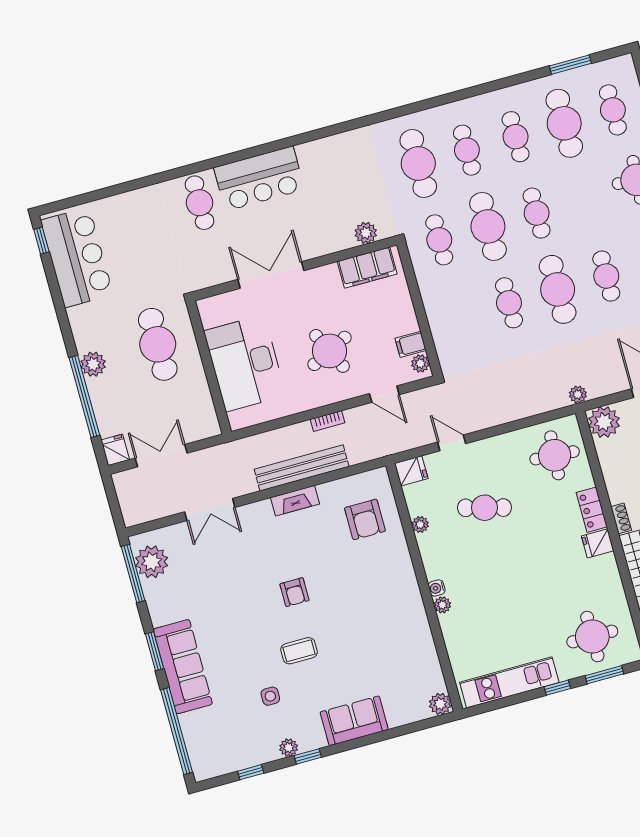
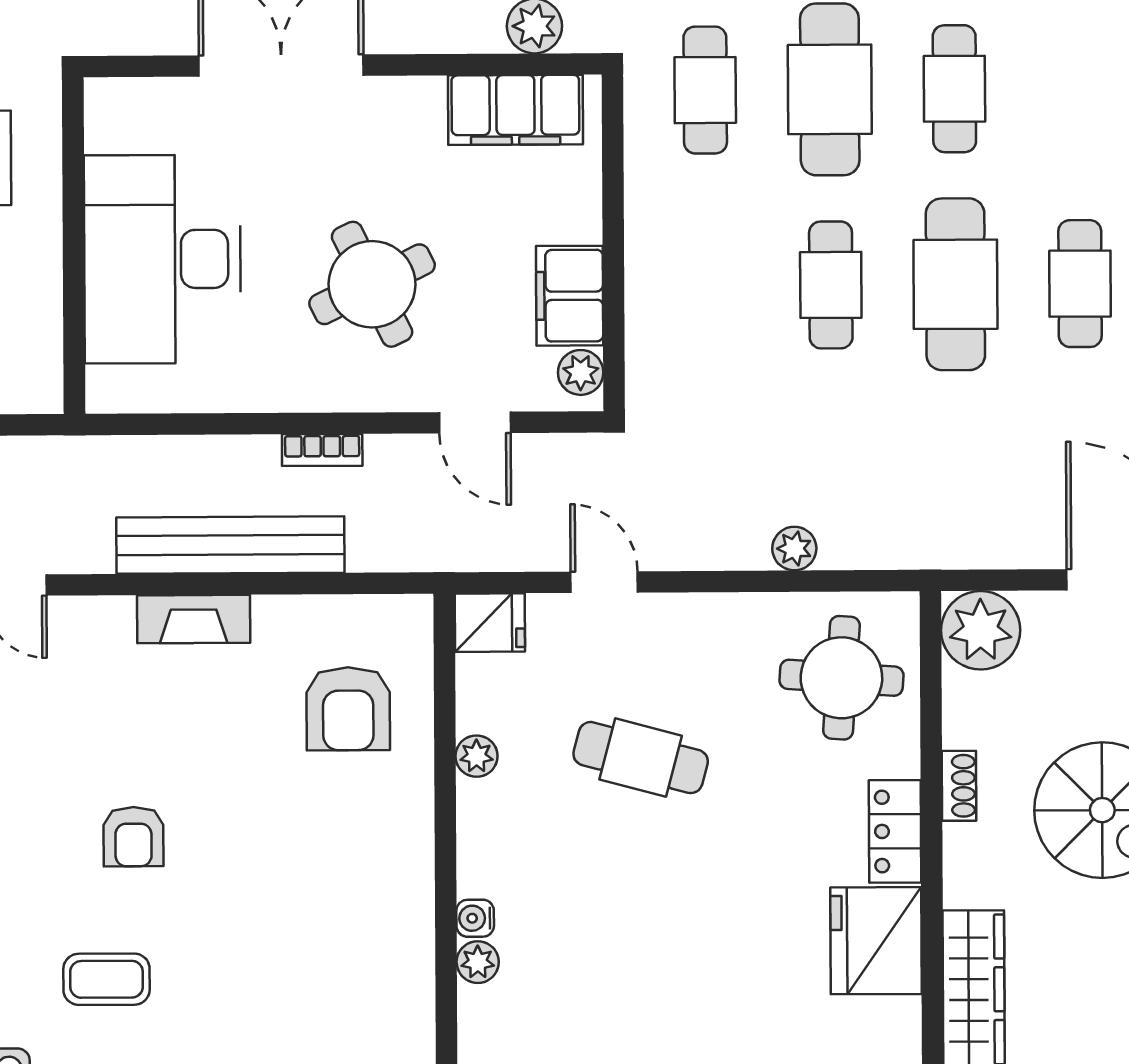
filing cabinet: (411, 344) -> (570, 296), width x2.00
plant: (578, 395) -> (794, 549), moved
shoe rack: (621, 518) -> (959, 786), moved
fridge: (598, 543) -> (876, 941), width x1.88, depth x1.34

